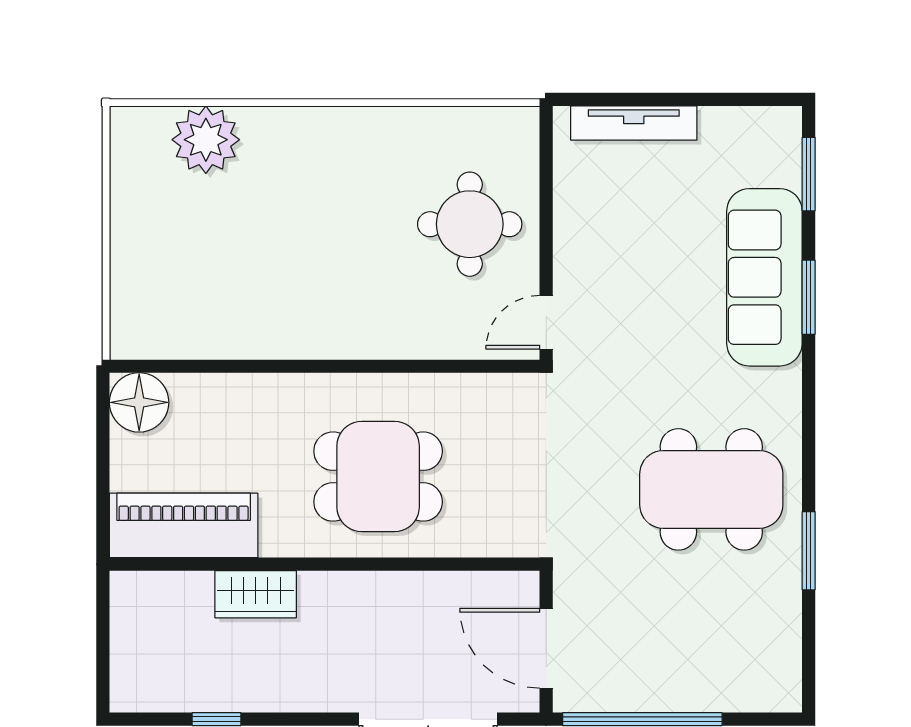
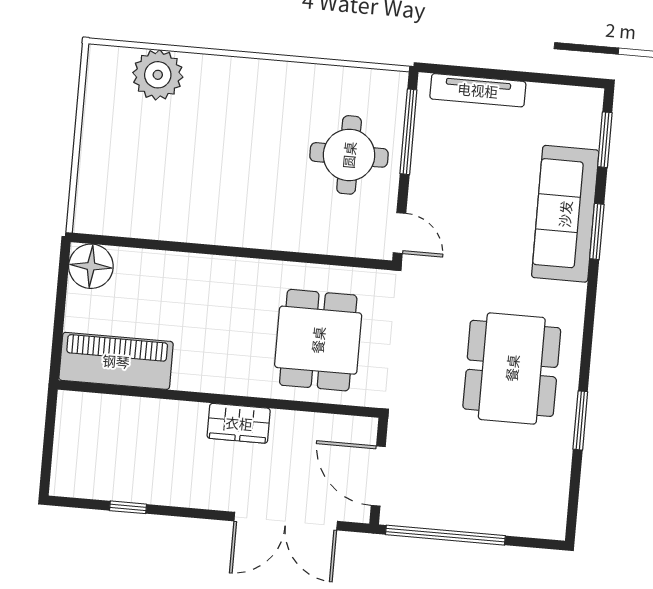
window: (546, 186) -> (408, 132), added
door: (546, 322) -> (400, 233), swing flipped
dining table: (378, 477) -> (318, 340), moved, turned 90
dining table: (711, 489) -> (512, 368), turned 90
wardrobe: (256, 594) -> (239, 423), moved

